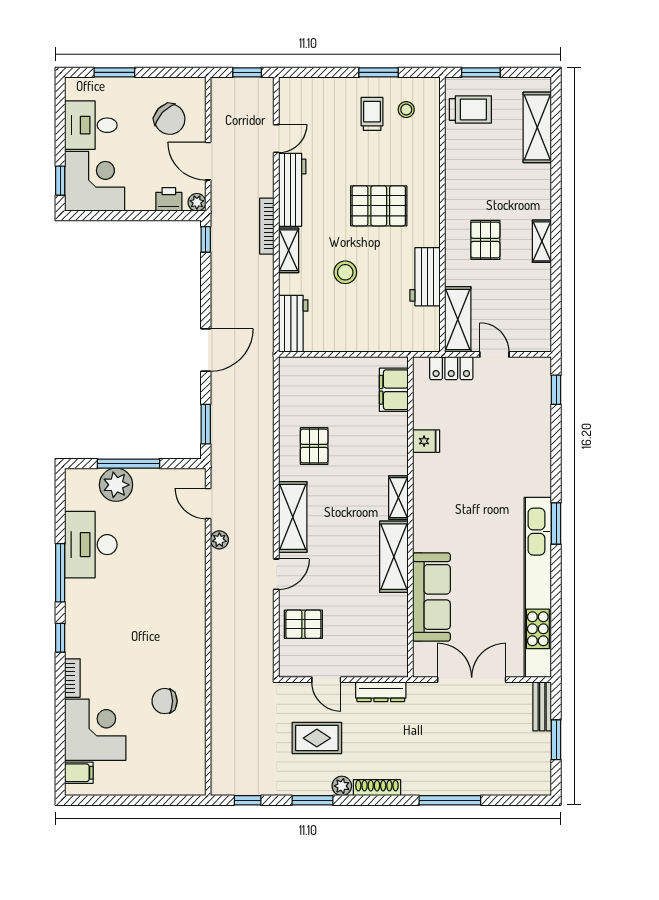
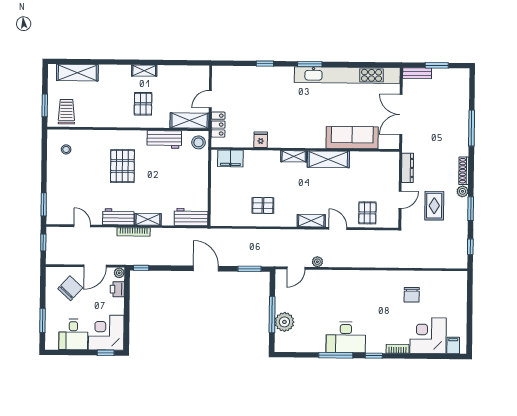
window: (379, 72) -> (44, 204), moved
trolley: (372, 114) -> (68, 169), removed
workbench: (292, 190) -> (118, 217), width x0.73
pallet: (485, 240) -> (143, 104), turned 90
stool: (345, 272) -> (199, 142), moved
window: (556, 390) -> (265, 64), moved
shelving: (293, 517) -> (311, 221), width x0.67, depth x0.75
desk: (91, 545) -> (346, 337), moved

